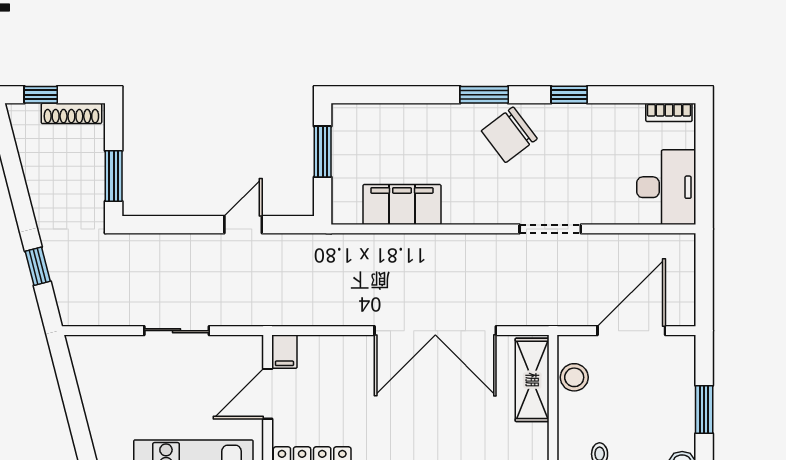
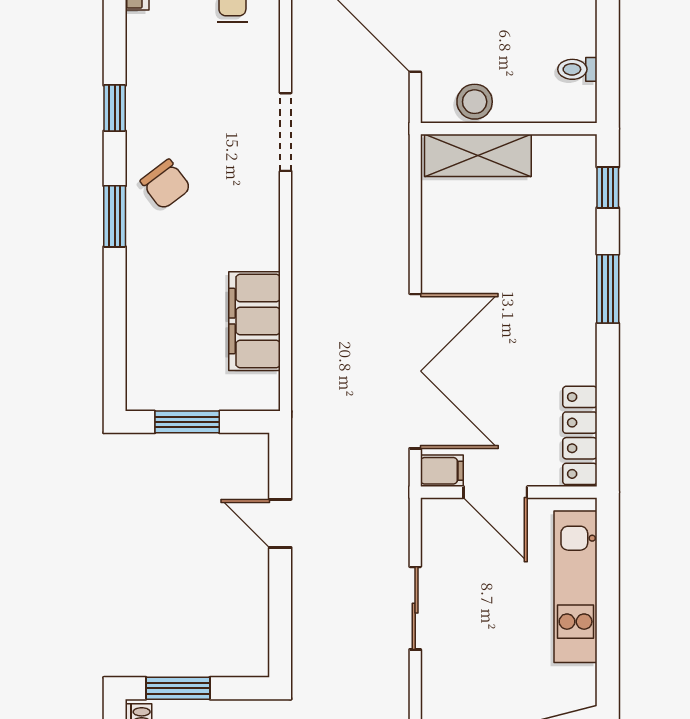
chair: (509, 135) -> (166, 184), width x0.73, depth x0.73
window: (114, 176) -> (178, 688), moved
double door: (435, 331) -> (415, 371), moved

